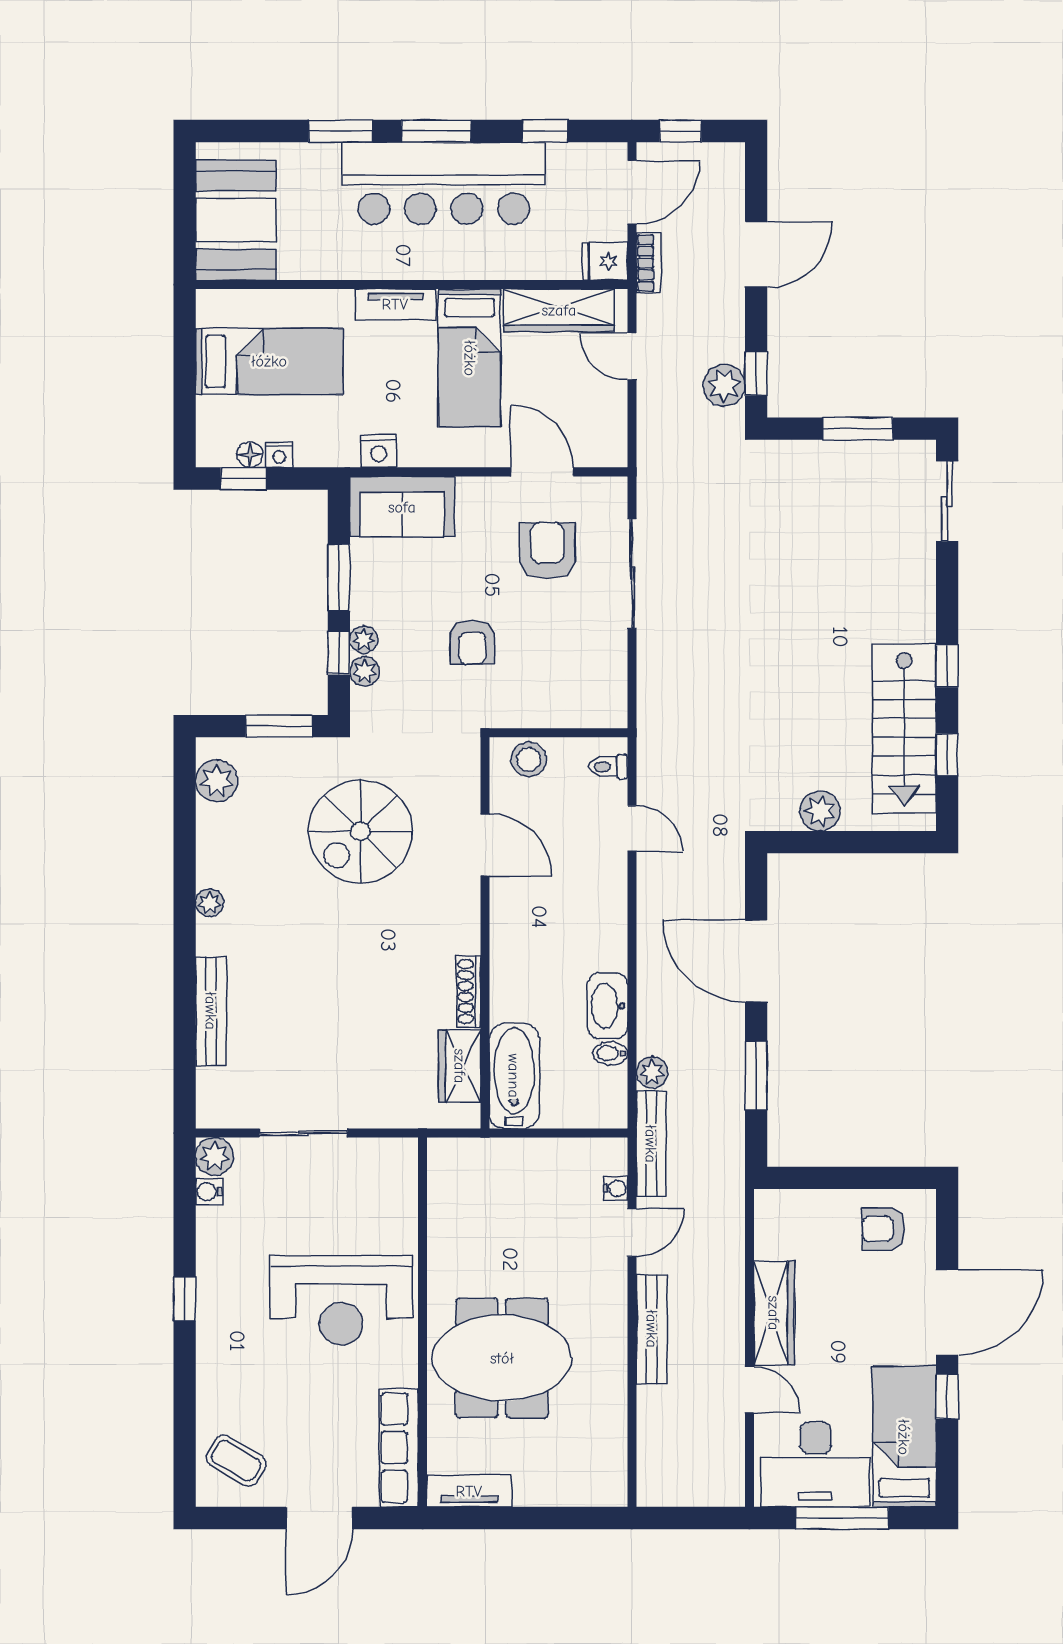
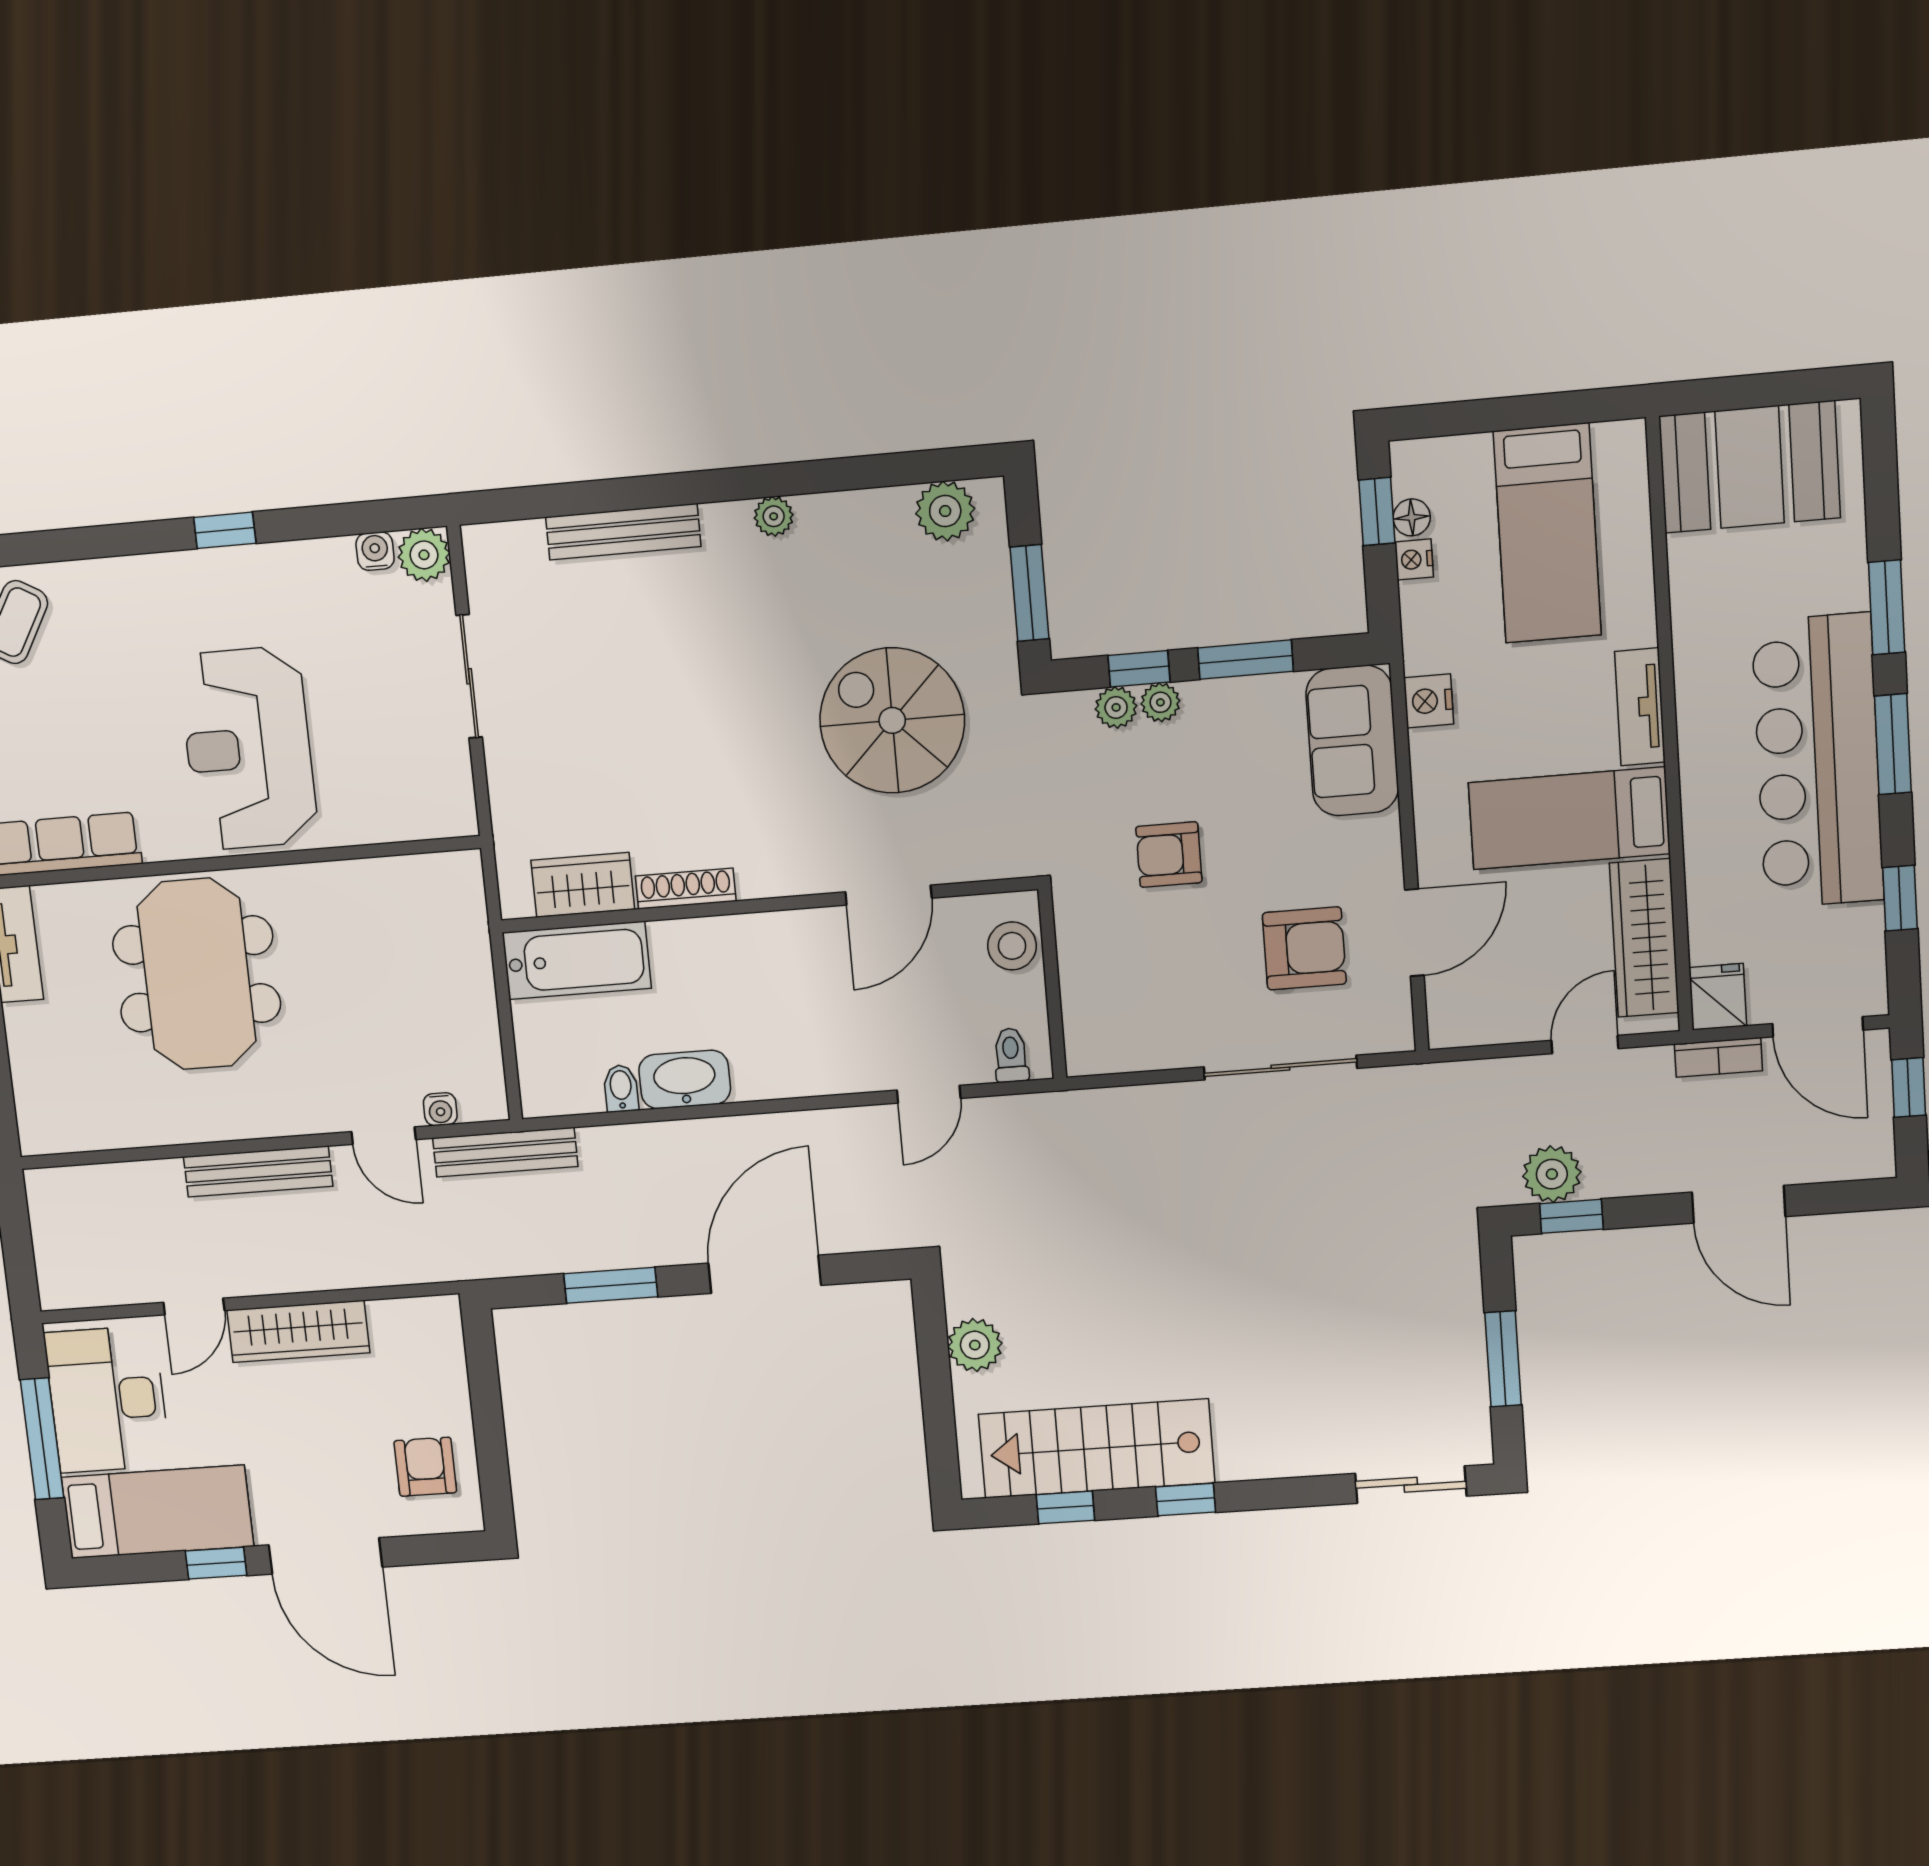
plant: (652, 1072) -> (601, 1146), removed

